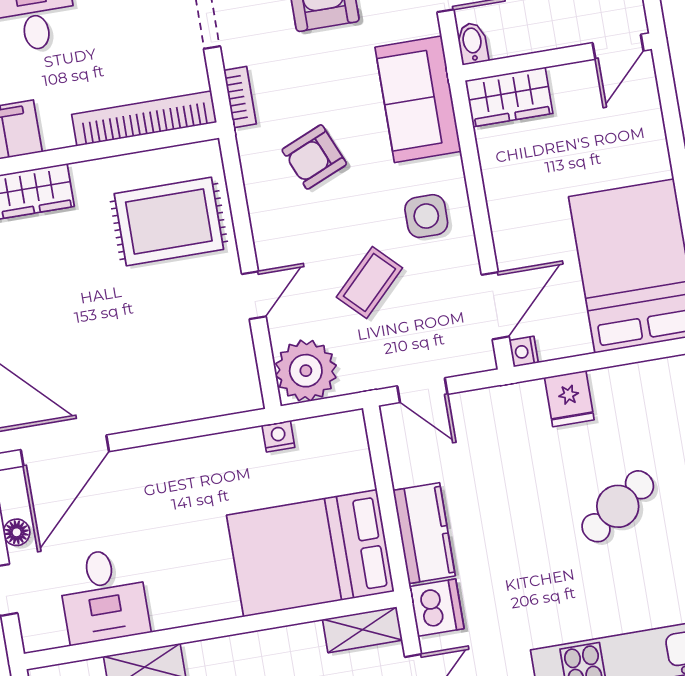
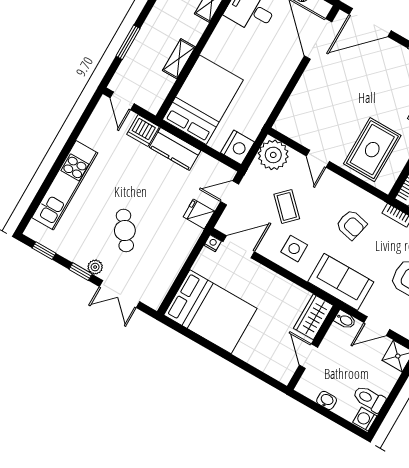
door: (618, 47) -> (308, 356), moved
armchair: (314, 157) -> (351, 225), turned 126
door: (495, 306) -> (239, 247), swing flipped
fridge: (569, 399) -> (199, 214), moved
nightstand: (278, 436) -> (237, 147), moved, width x1.89, depth x1.79
shelving: (362, 630) -> (179, 59), moved

